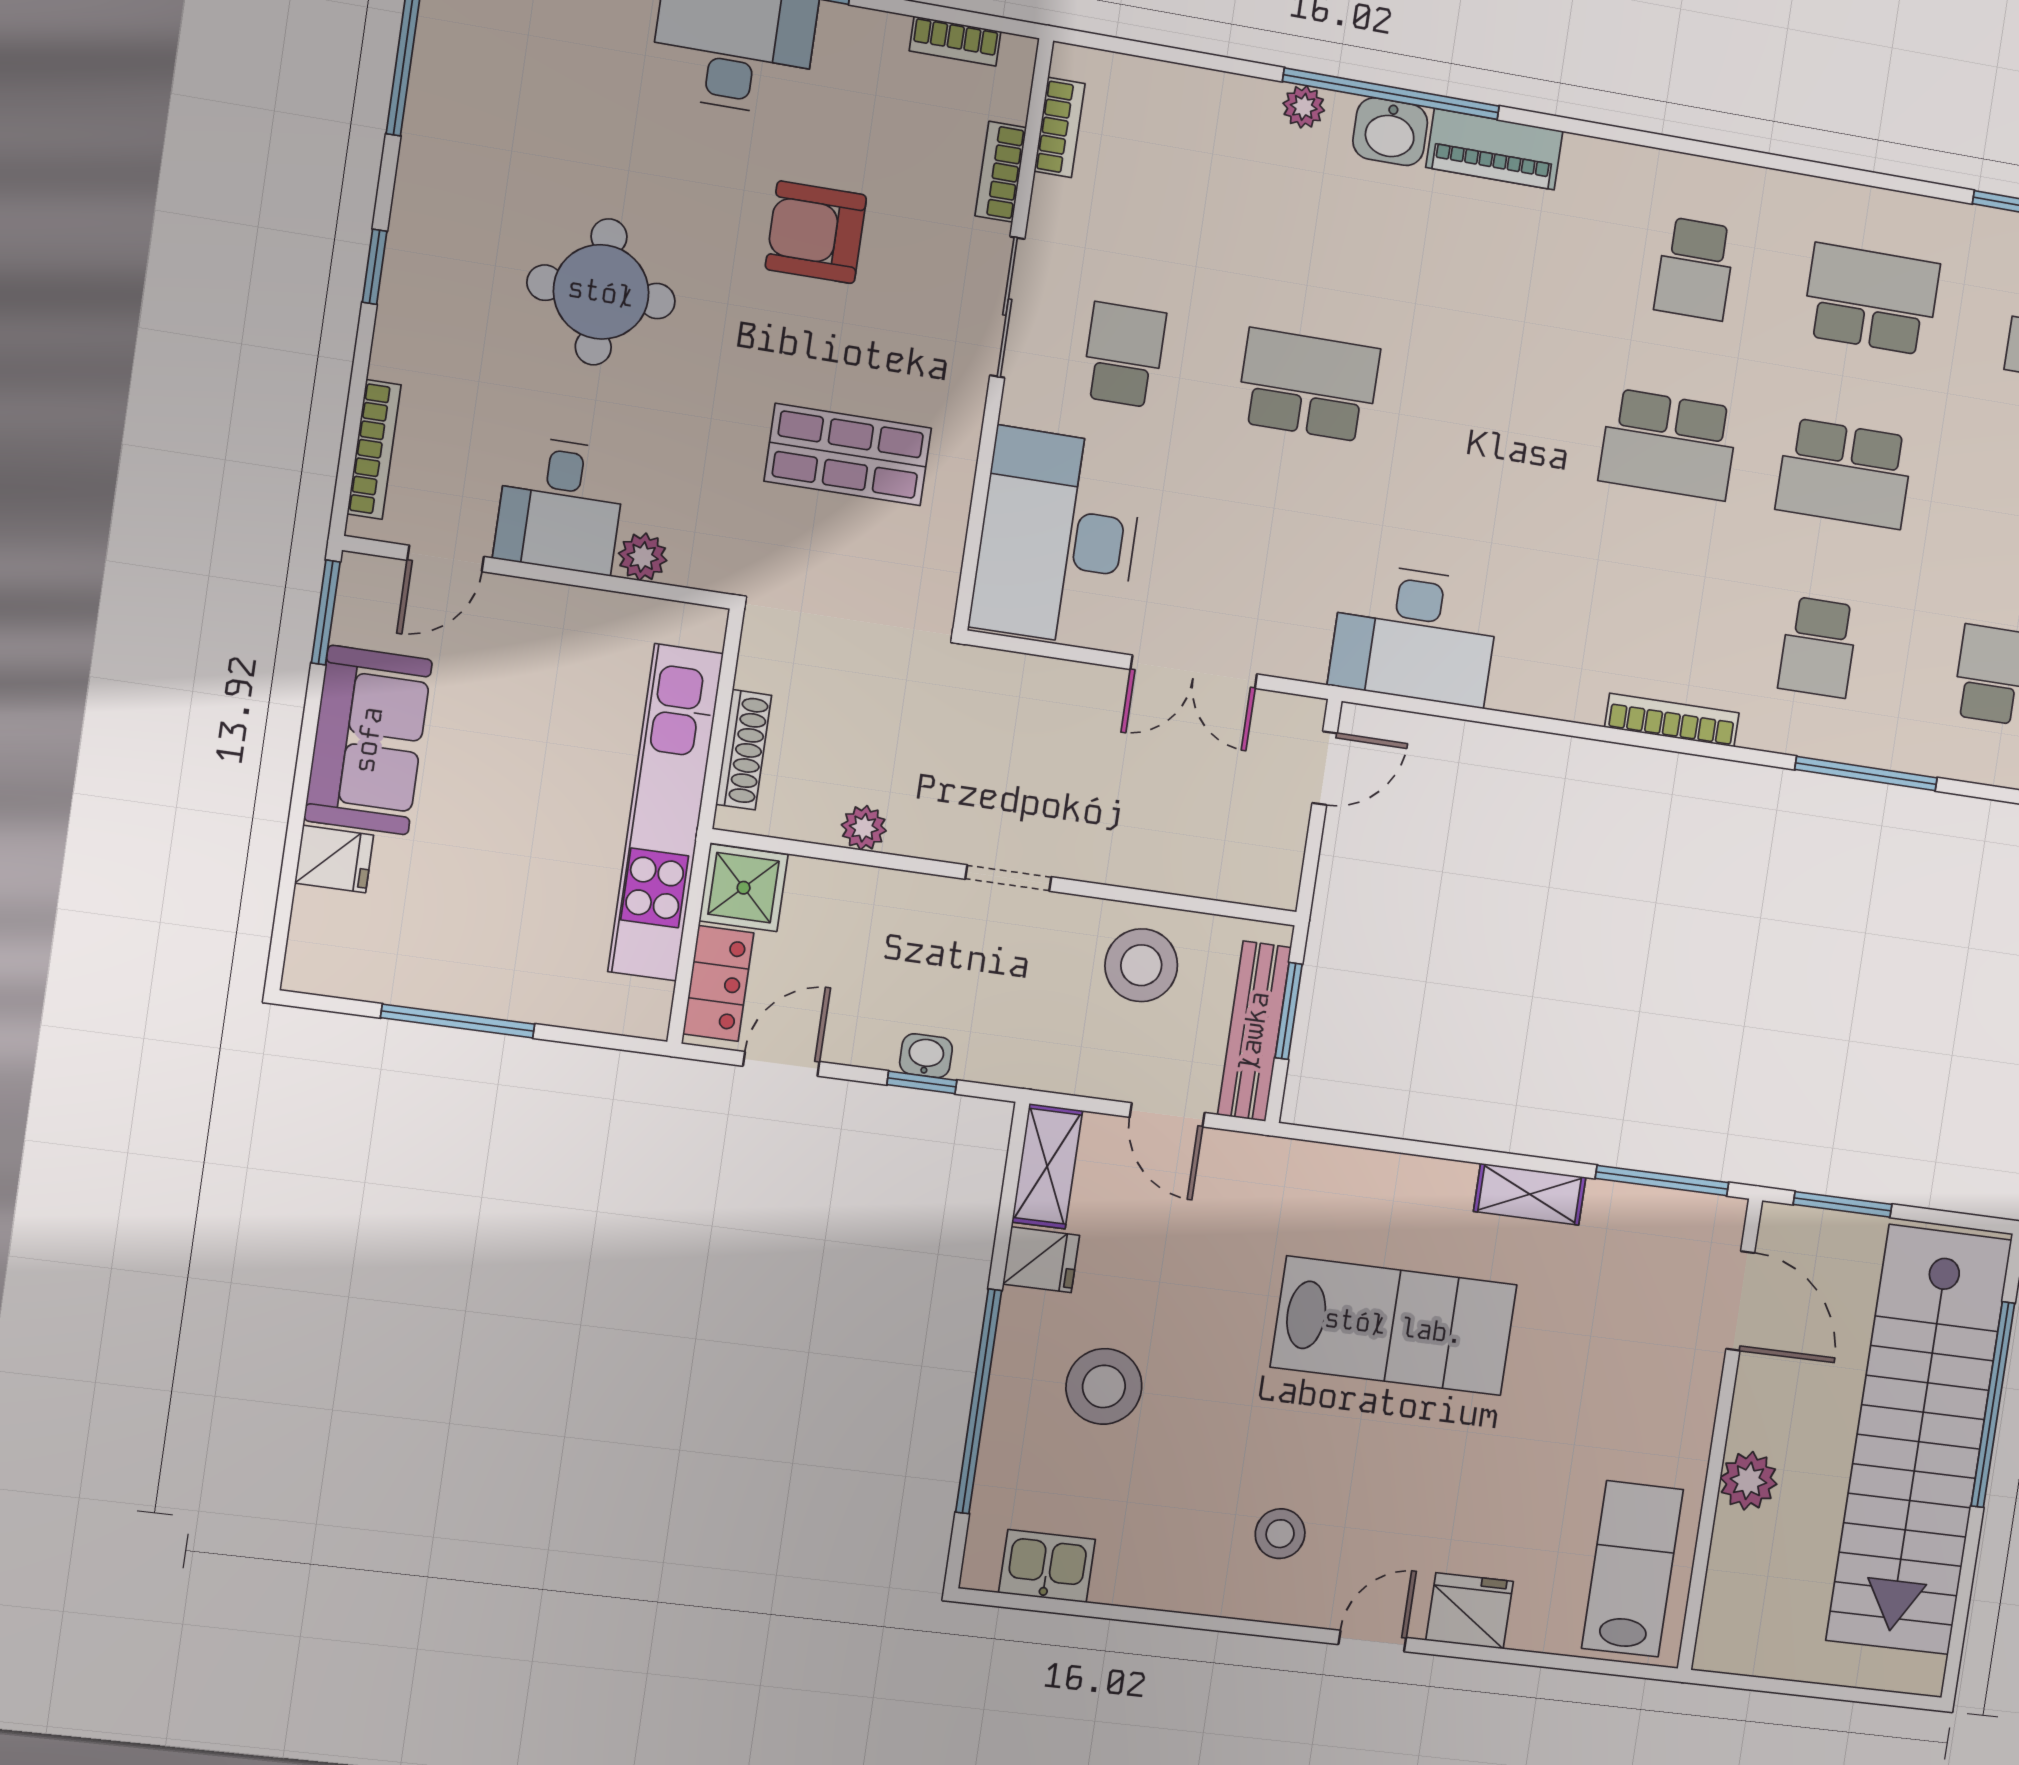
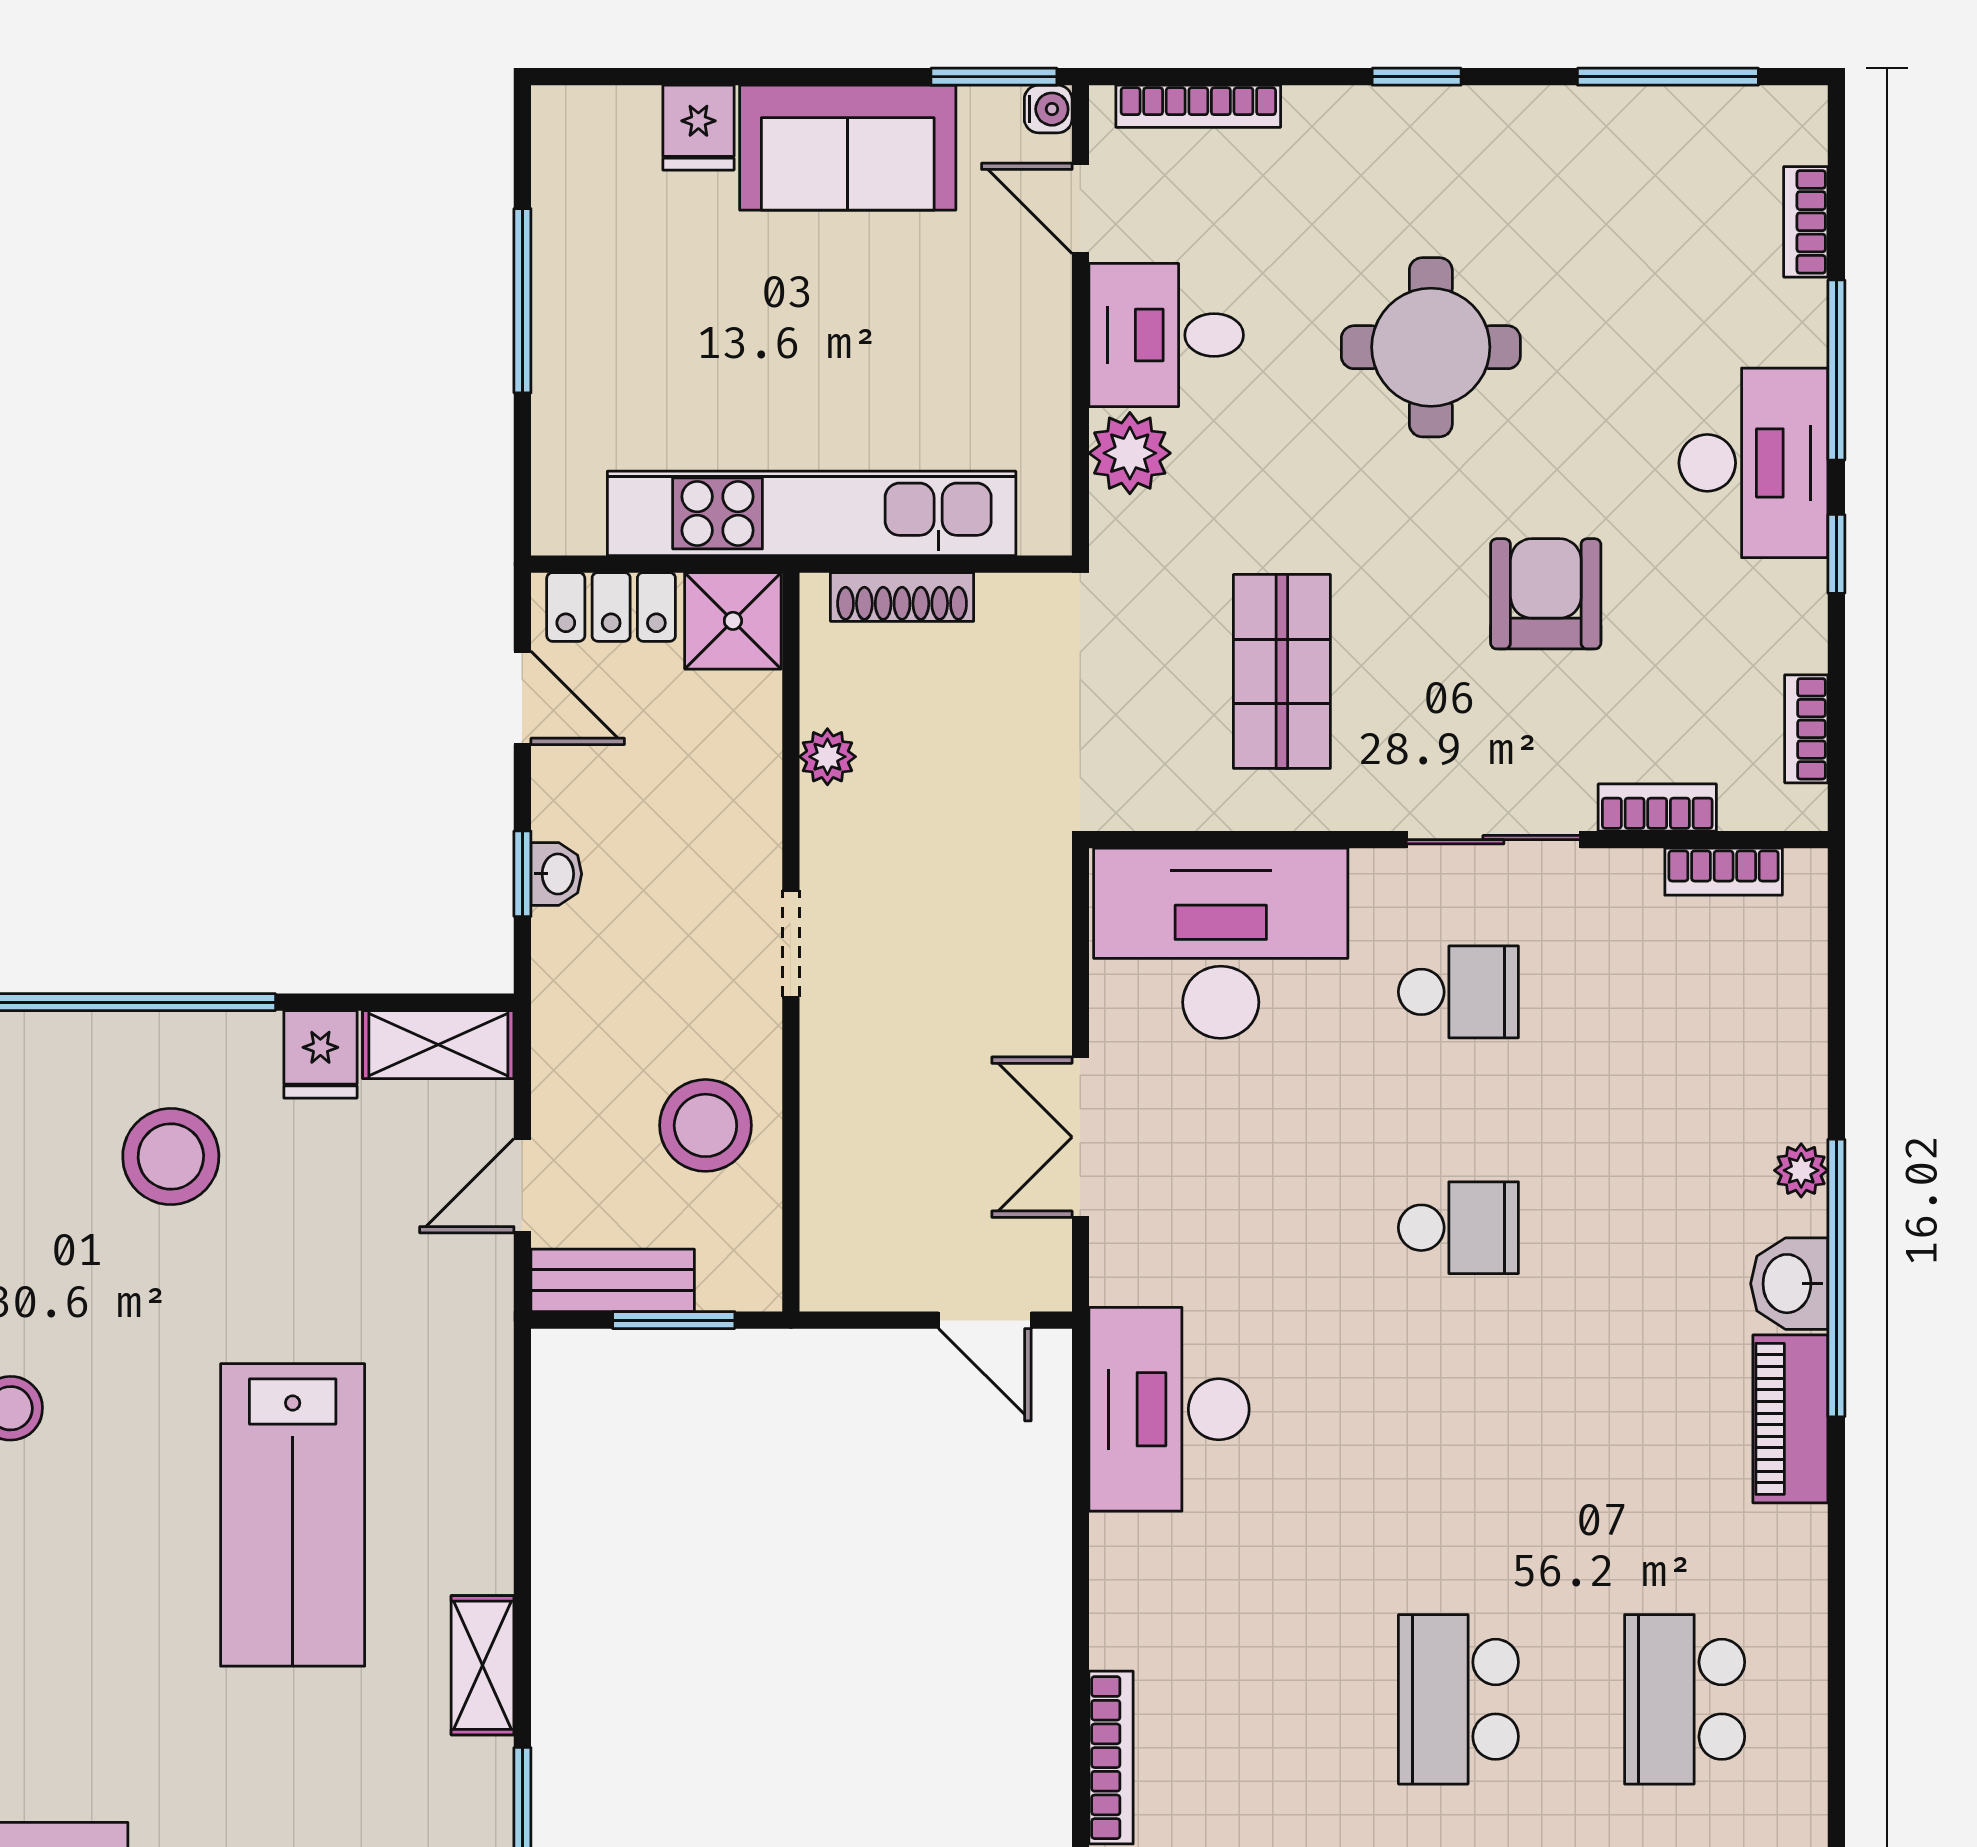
school desk: (1695, 269) -> (1685, 1699), width x1.85
school desk: (1308, 385) -> (1458, 1228), width x0.54
plant: (643, 557) -> (1130, 453), width x1.38, depth x1.38
water cooler: (359, 572) -> (1048, 109), added
bench: (1254, 1031) -> (613, 1280), width x0.73

